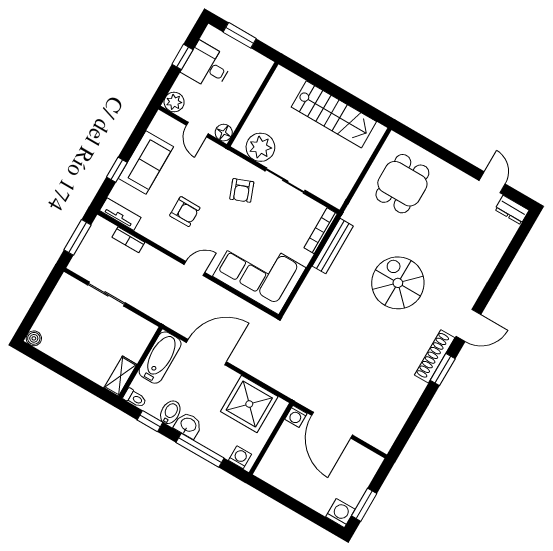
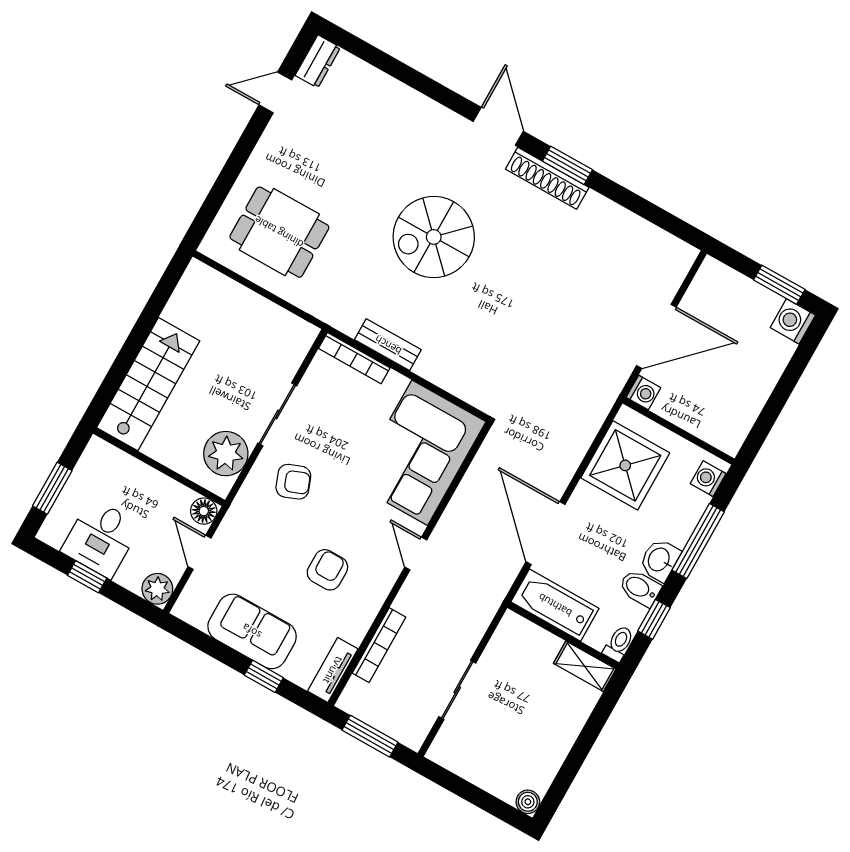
stairs: (334, 114) -> (148, 384), moved
door: (197, 129) -> (200, 552), swing flipped
bookcase: (128, 240) -> (379, 645), width x1.56
bench: (333, 246) -> (388, 345), width x0.73

